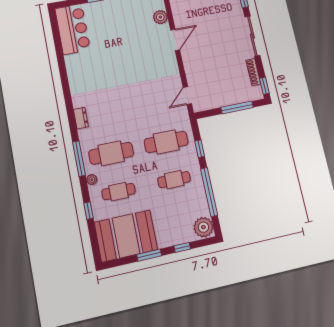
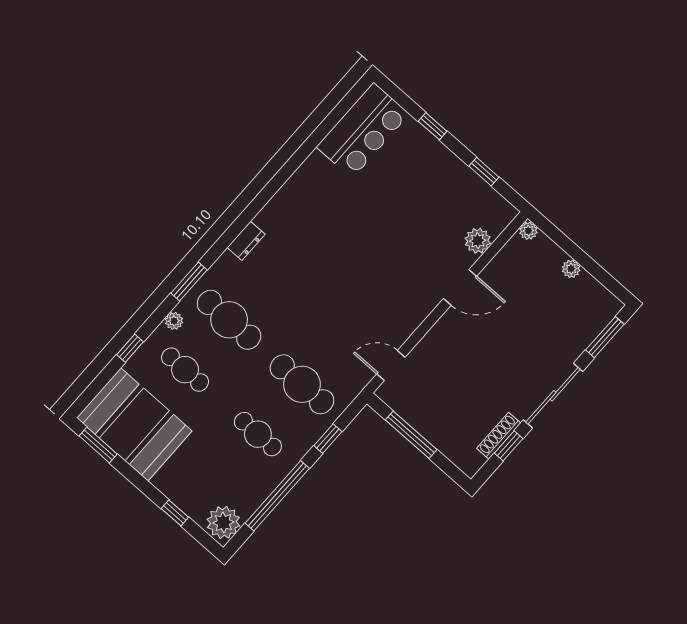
window: (264, 86) -> (509, 446), moved
window: (237, 107) -> (411, 435), moved
window: (79, 159) -> (189, 282), width x0.69
window: (149, 255) -> (98, 445), moved

